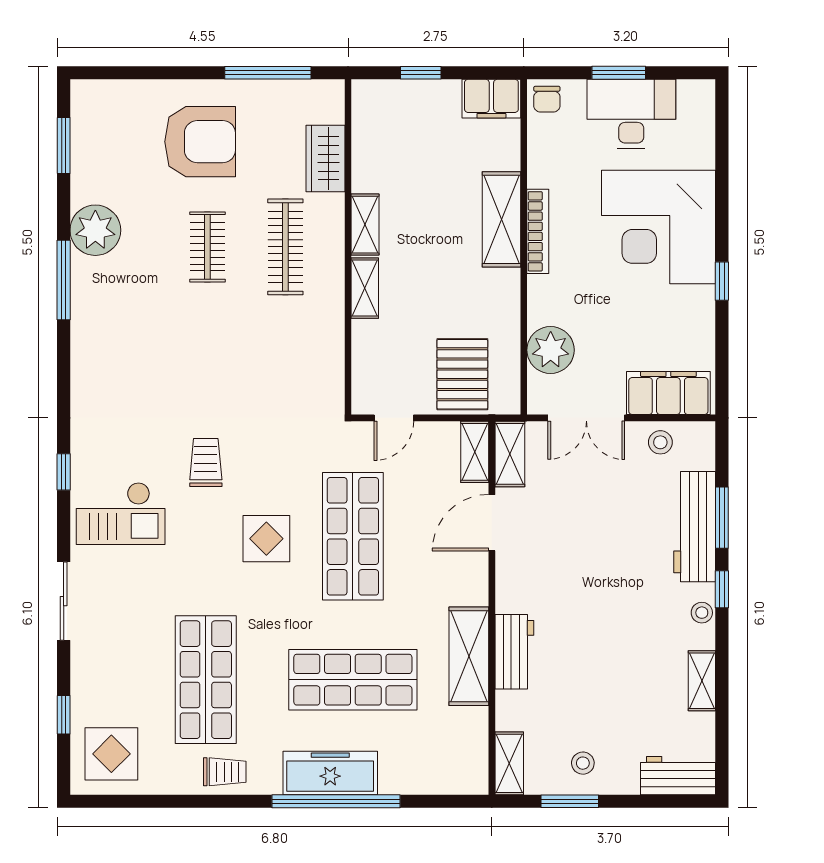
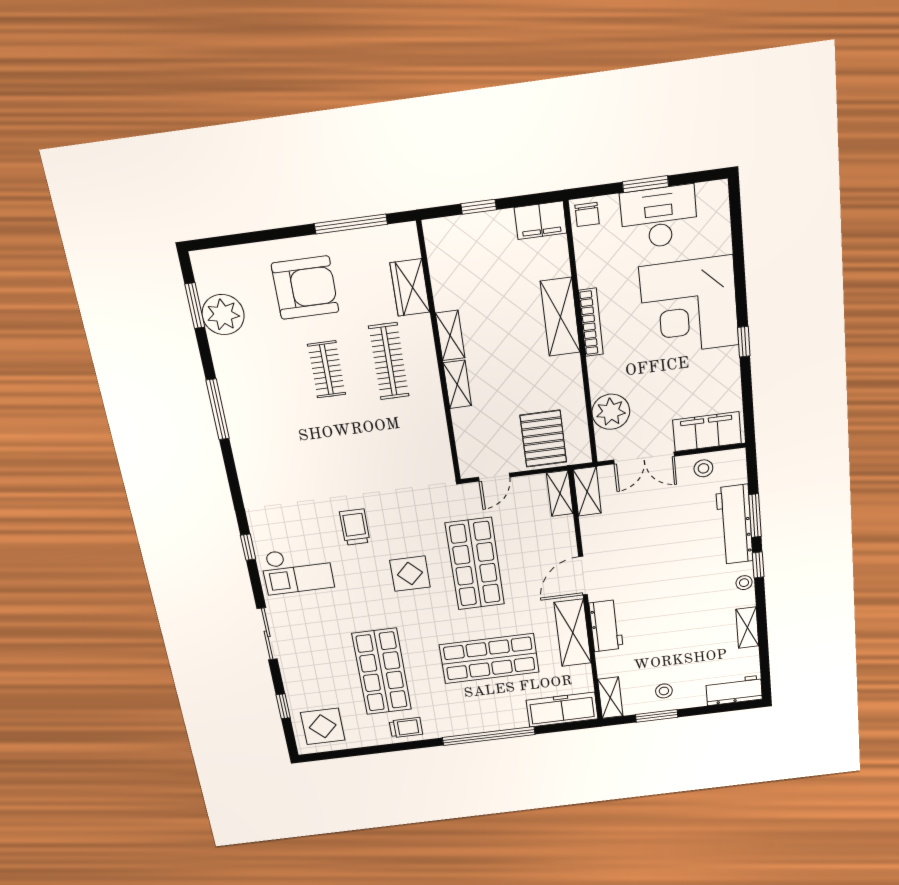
plant: (95, 230) -> (223, 315), moved
door: (492, 523) -> (583, 576), moved
freezer: (330, 773) -> (562, 710), moved

